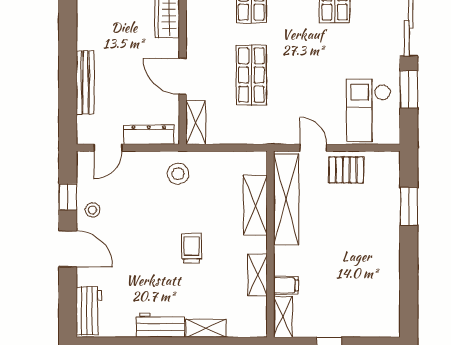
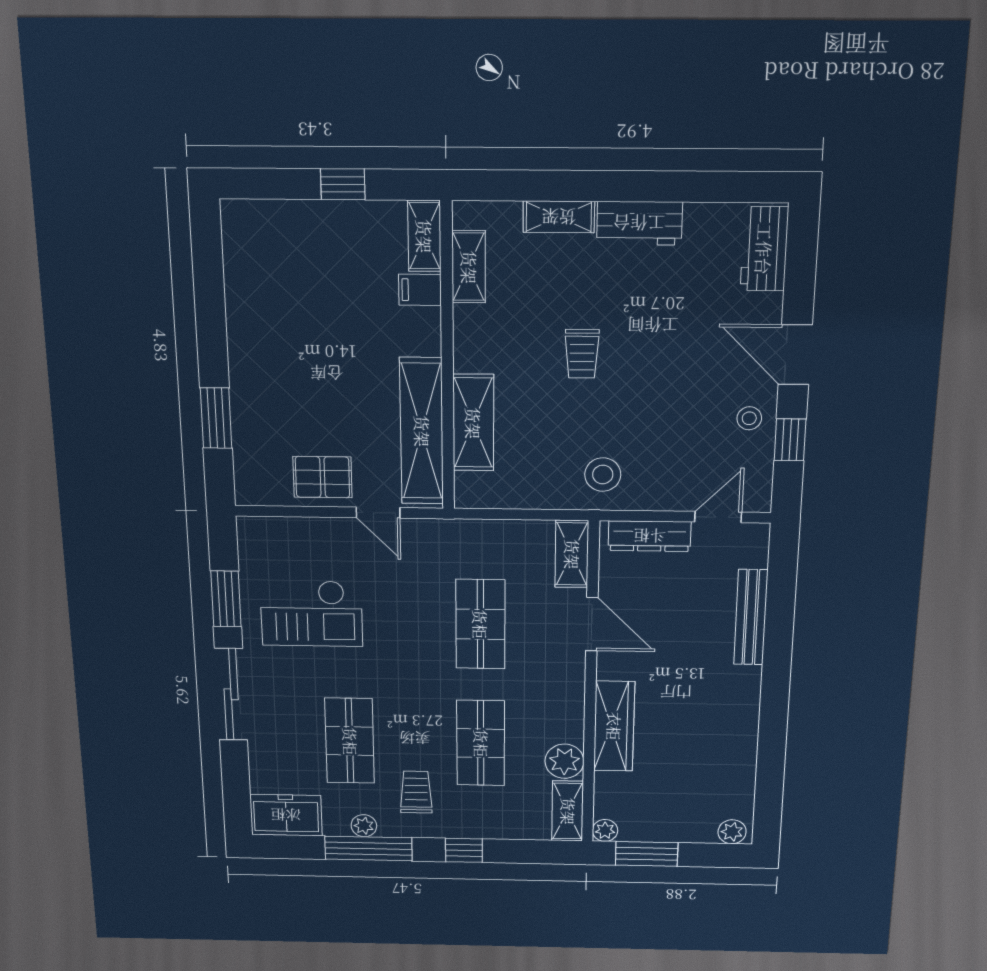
checkout: (368, 110) -> (311, 613), moved, turned 90
shelving: (258, 275) -> (469, 267), moved

